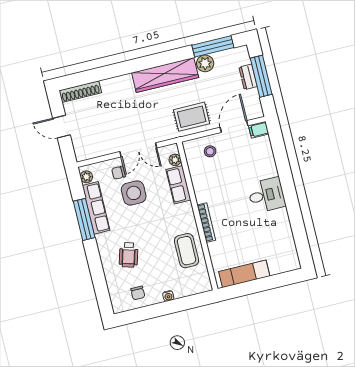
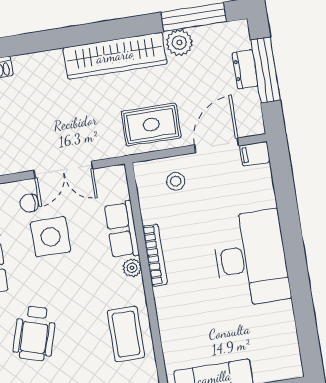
plant: (175, 160) -> (132, 268), moved
desk: (266, 195) -> (251, 258), width x1.87, depth x1.30
bookcase: (206, 223) -> (155, 255), moved
wheelchair: (129, 255) -> (35, 333), width x1.36, depth x1.37

